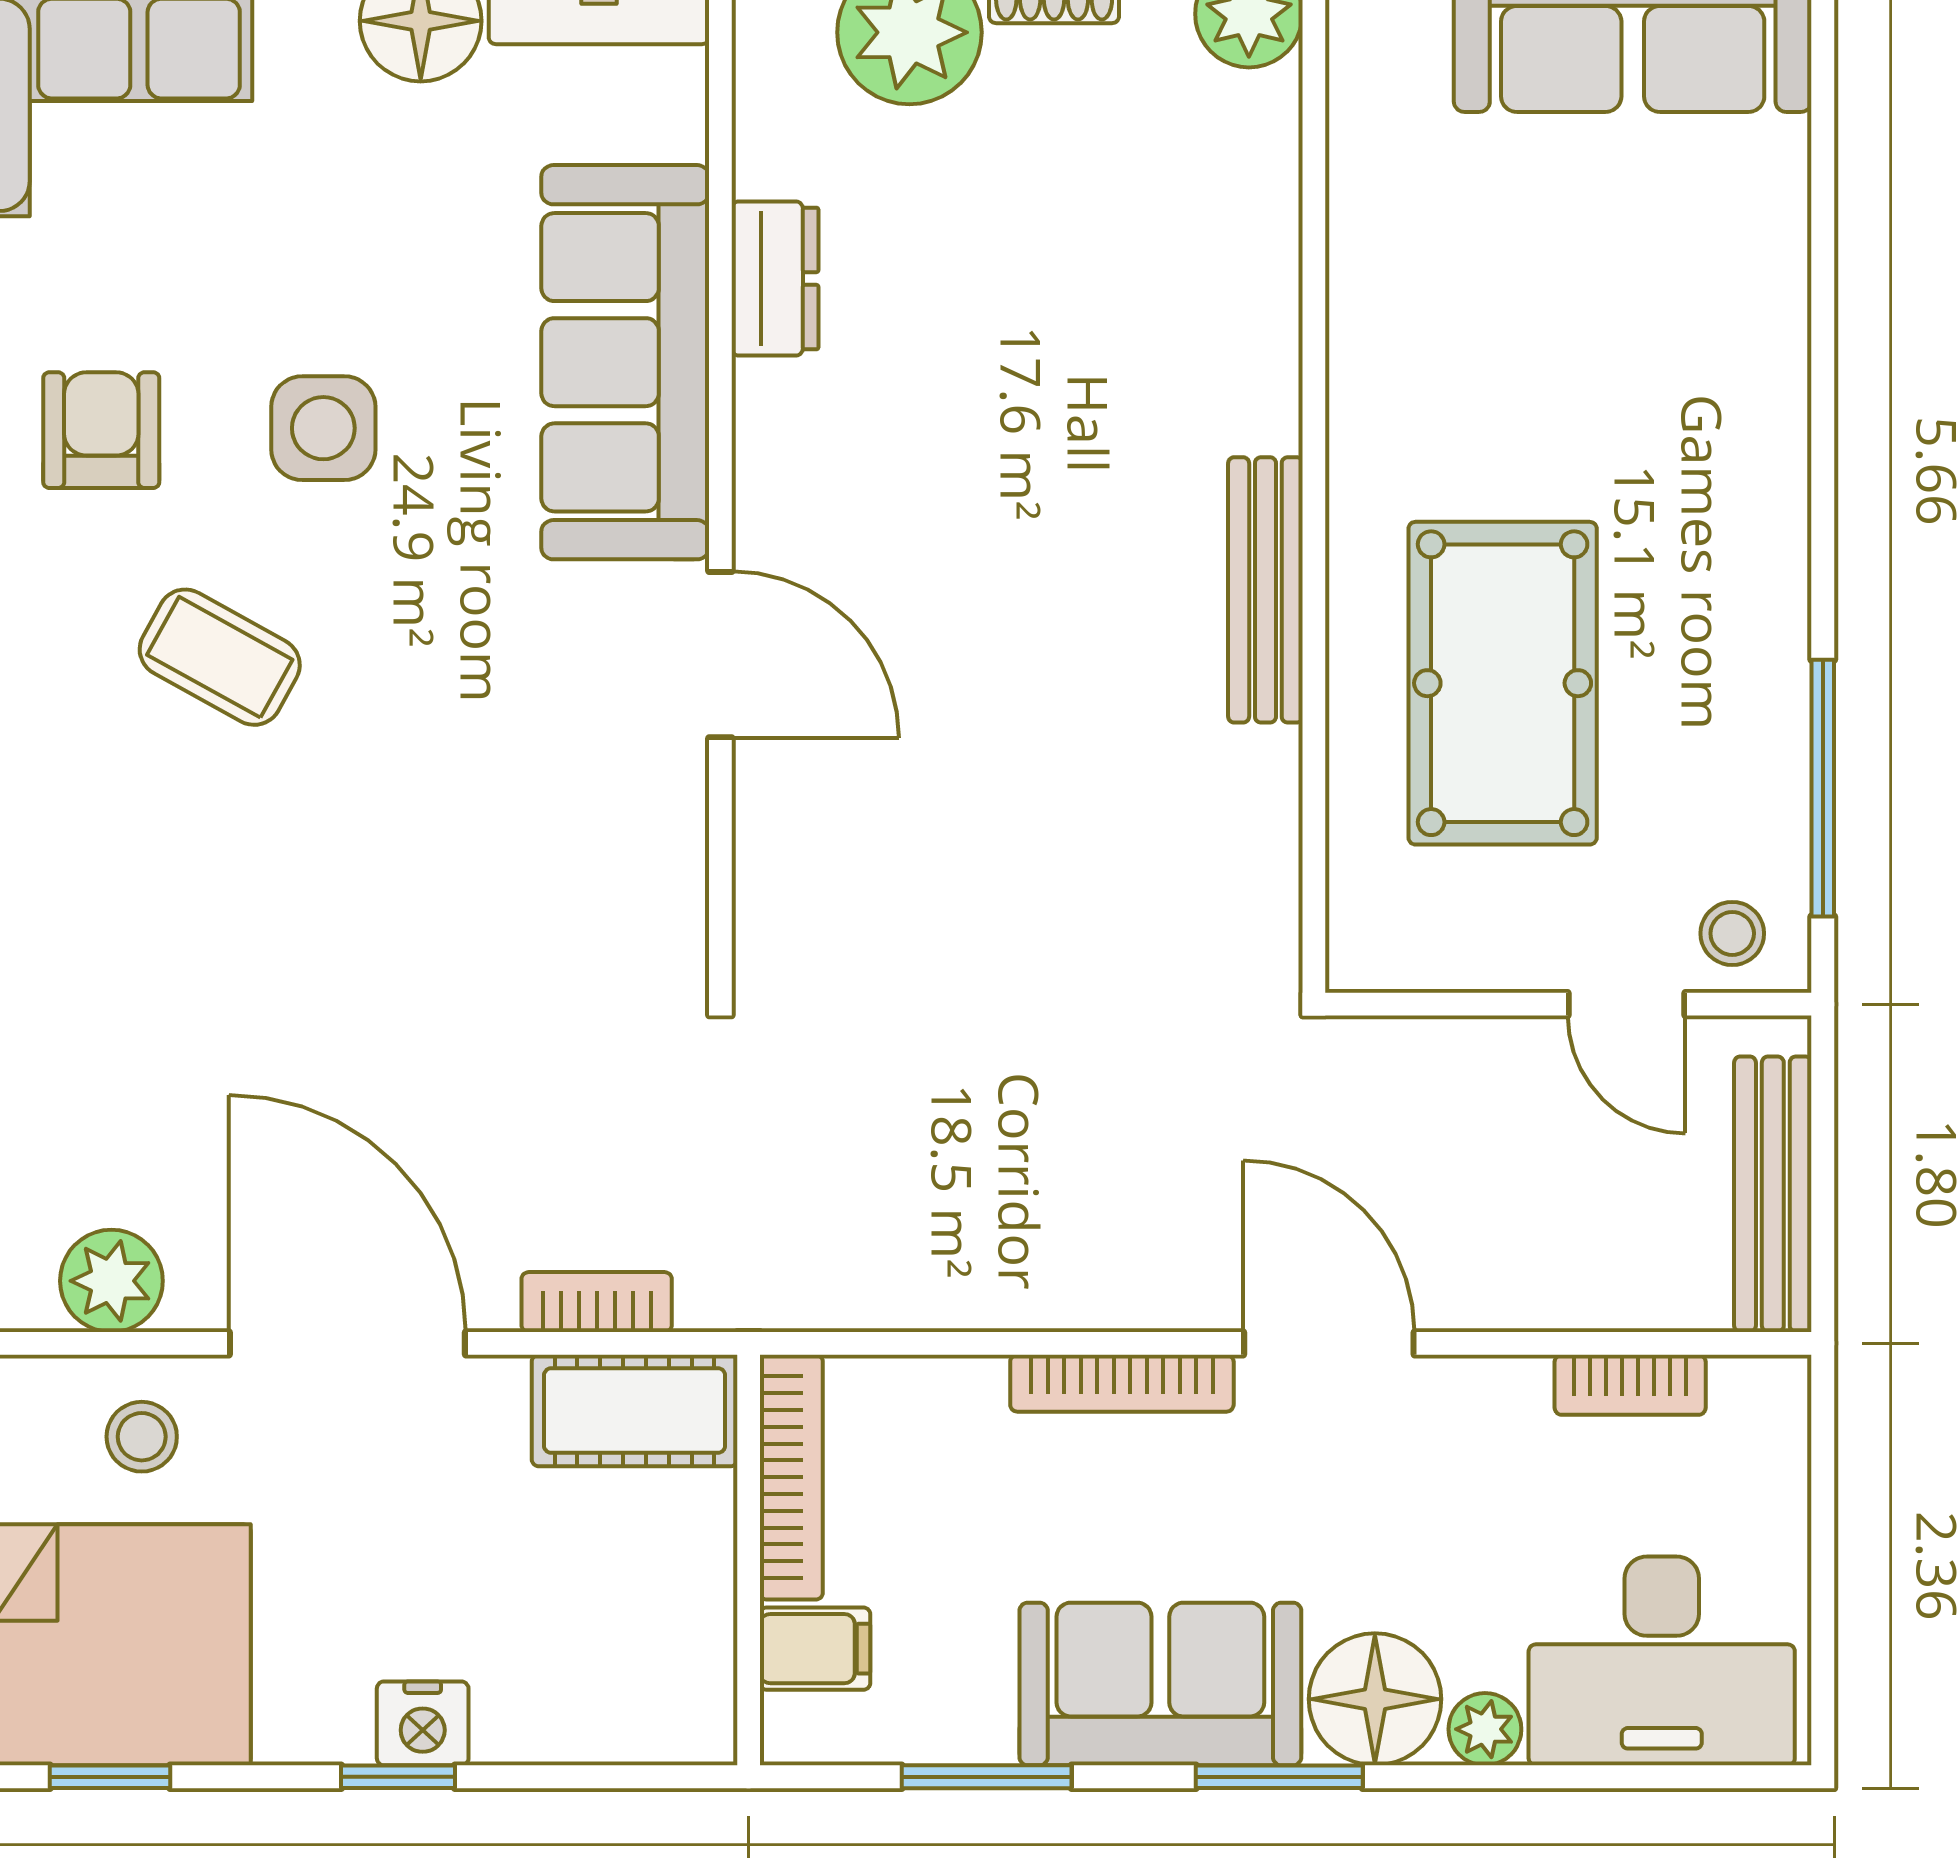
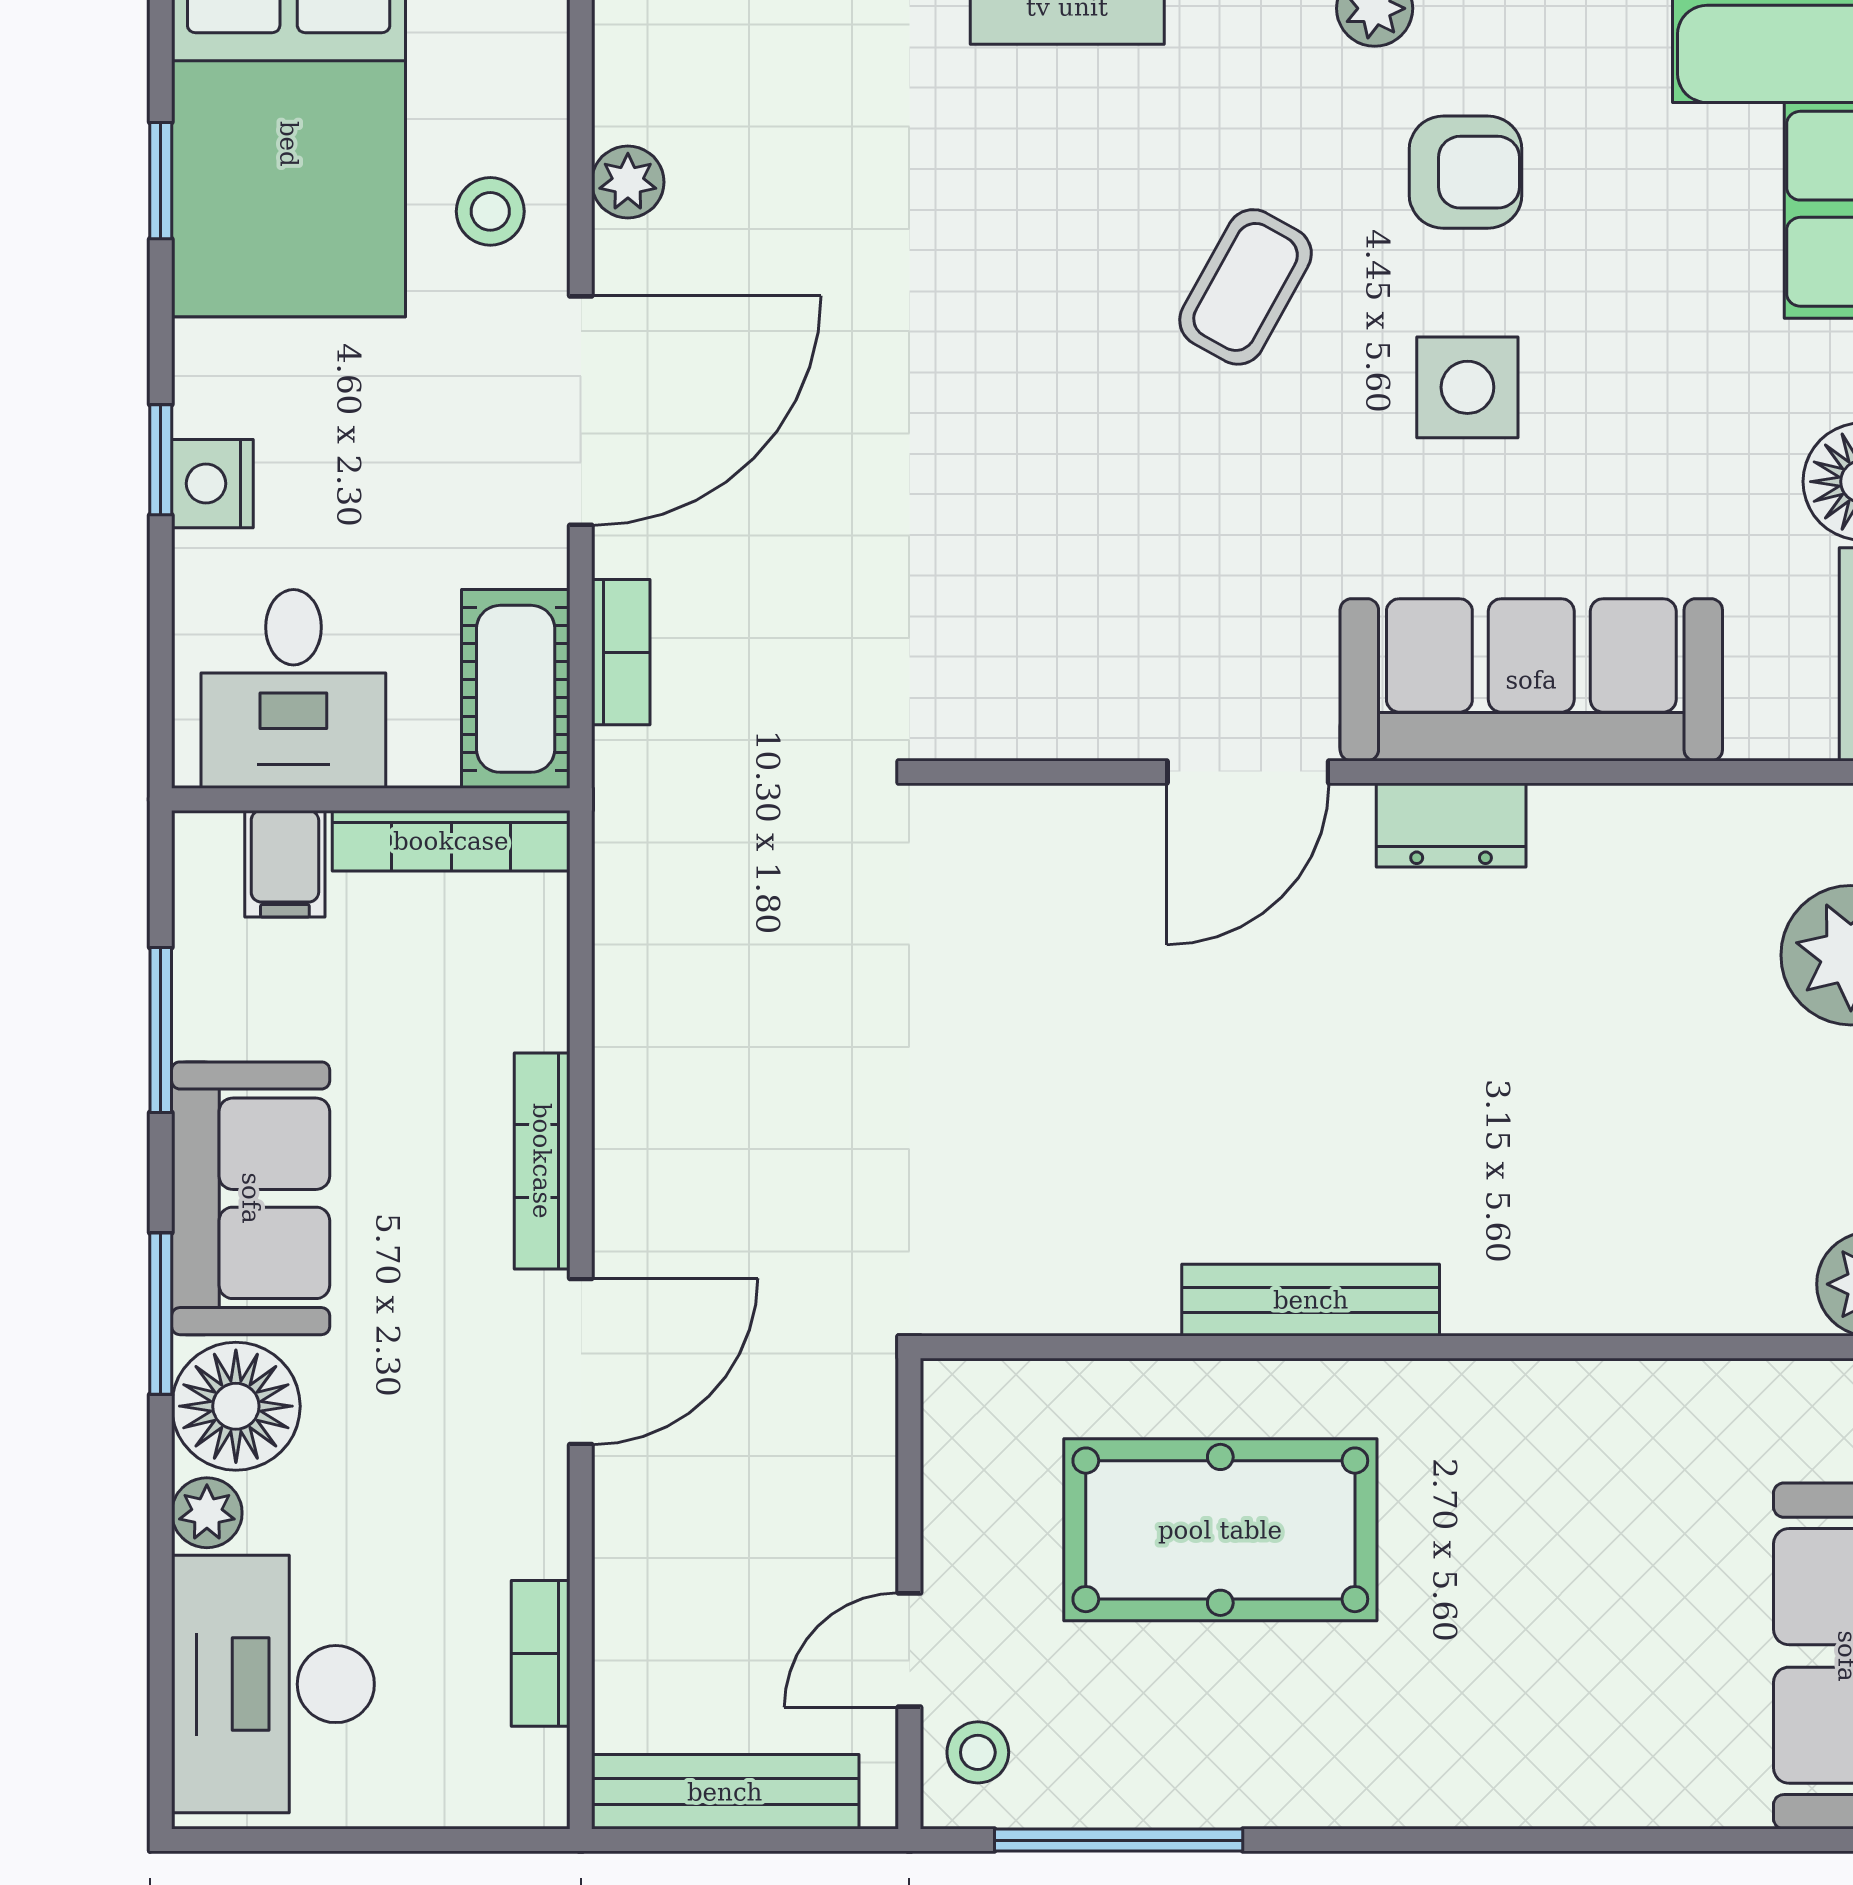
dresser: (775, 278) -> (1451, 825), moved
plant: (111, 1281) -> (628, 182), width x0.73, depth x0.73
desk: (635, 1640) -> (293, 689), added

